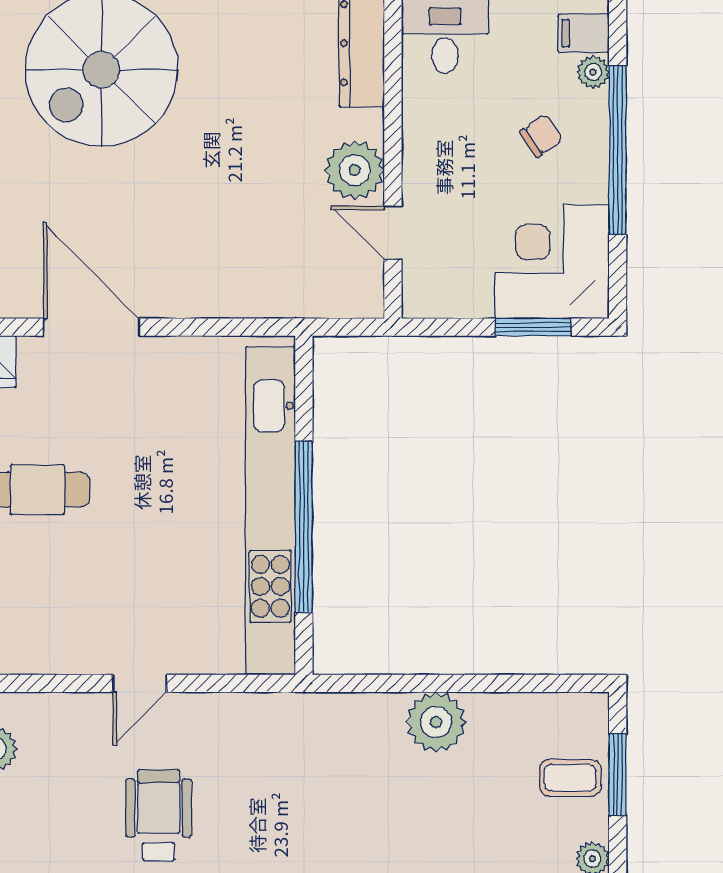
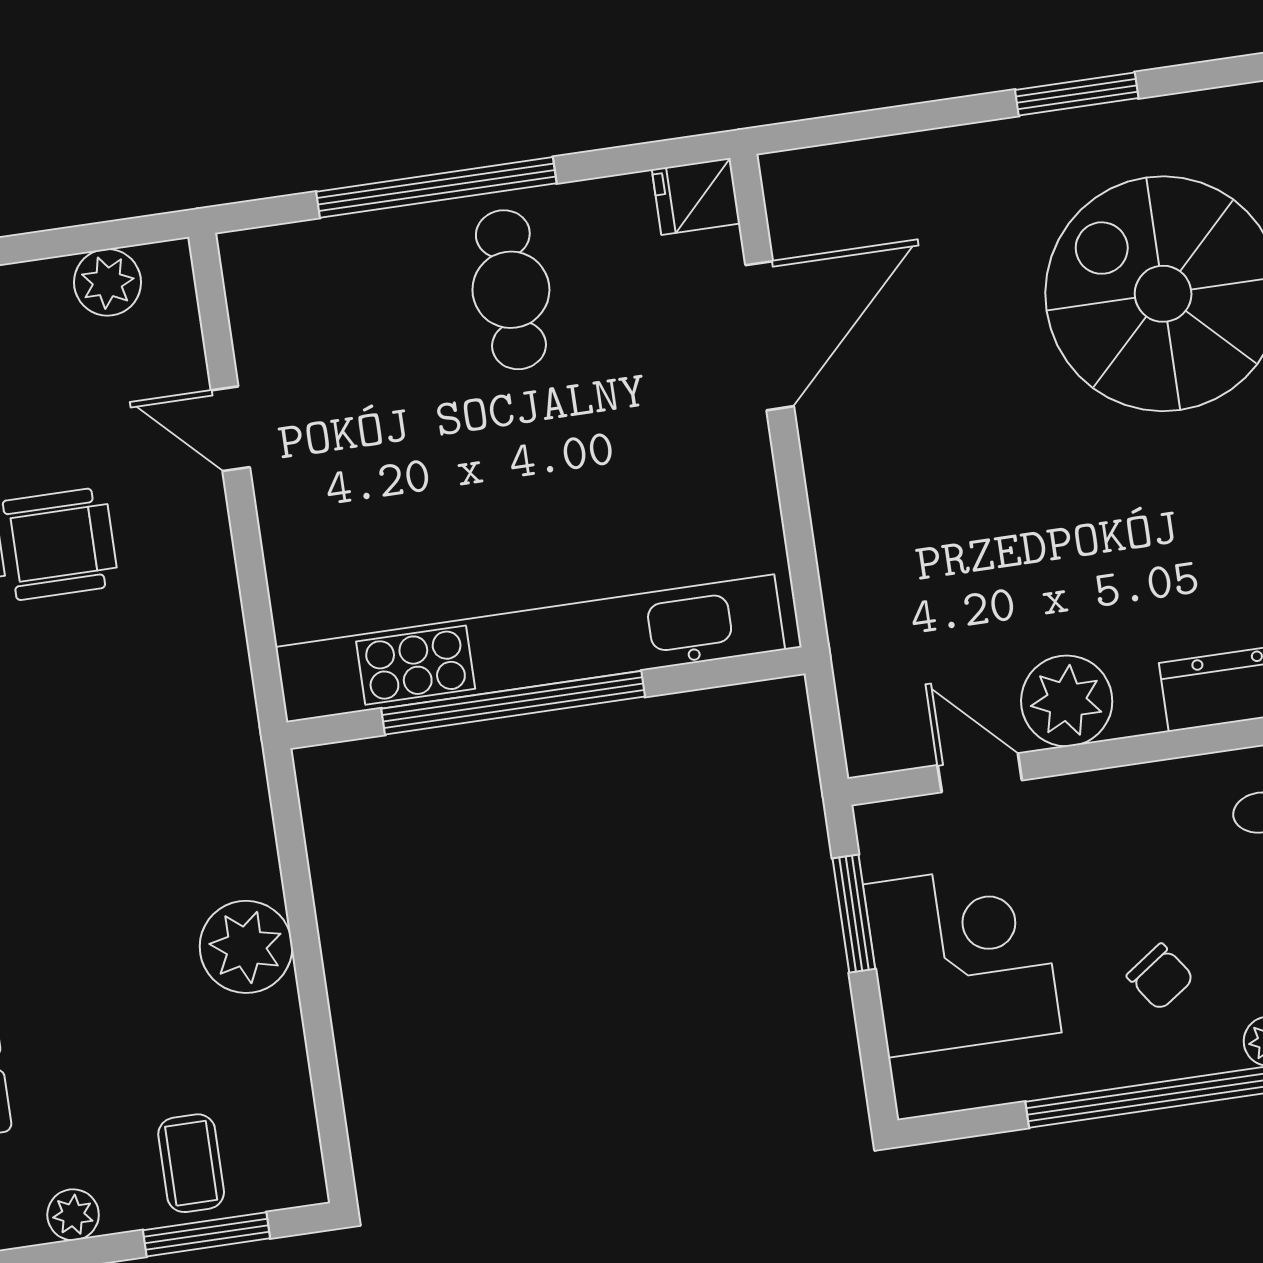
door: (393, 233) -> (980, 773), hinge flipped
corner desk: (552, 262) -> (962, 958), moved
window: (533, 327) -> (854, 914), moved
door: (140, 683) -> (230, 429), moved

